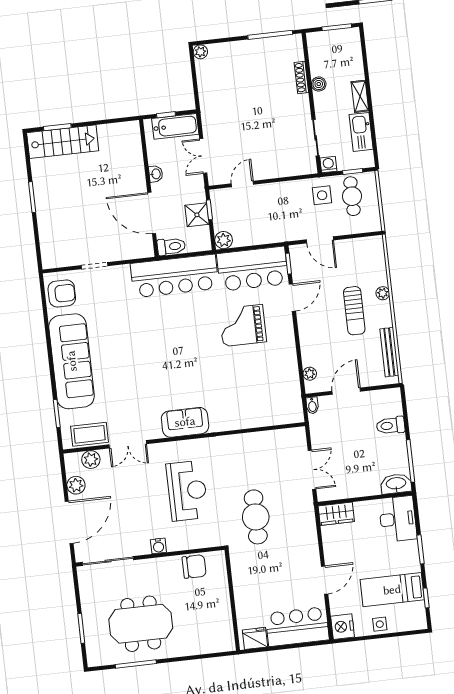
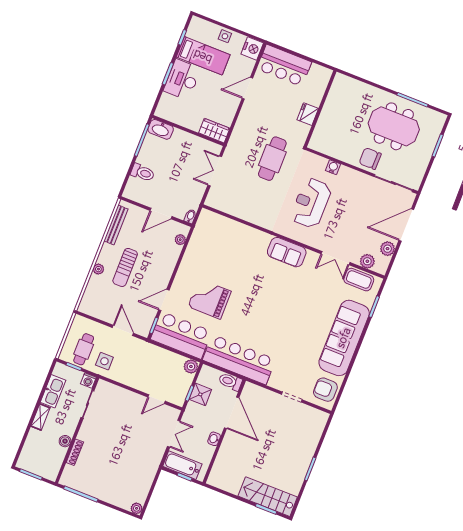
sun lounger: (354, 311) -> (125, 267), turned 180
grand piano: (243, 326) -> (210, 299), turned 180
double door: (128, 444) -> (335, 258), swing flipped
desk: (398, 519) -> (182, 80), moved
water cooler: (158, 546) -> (333, 167), moved
chair: (194, 566) -> (370, 159), moved
fridge: (255, 638) -> (308, 114), moved, turned 90

